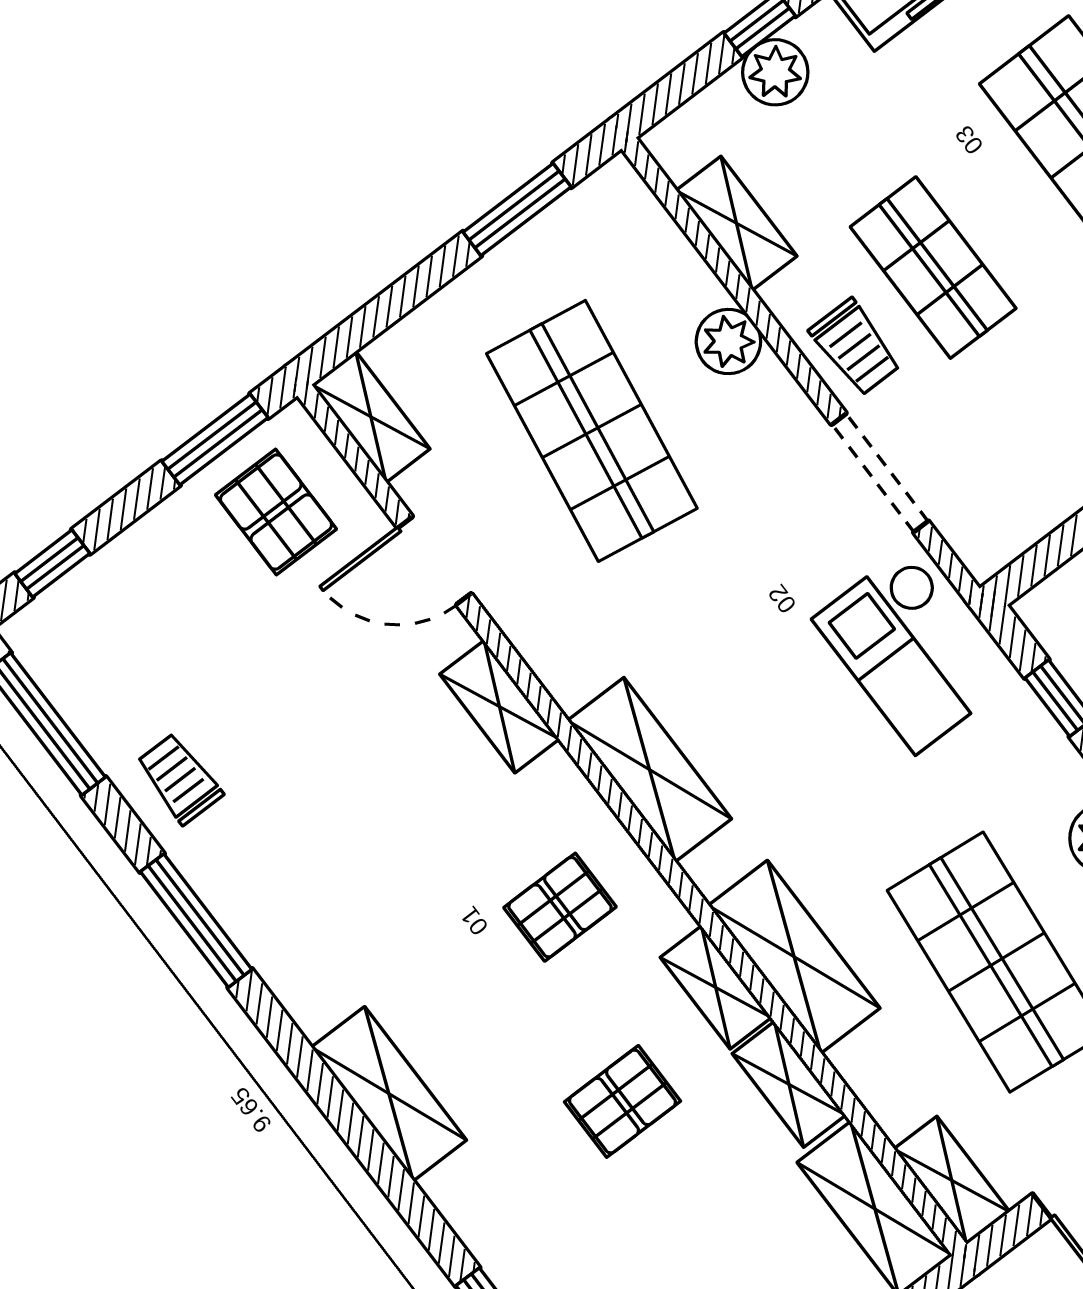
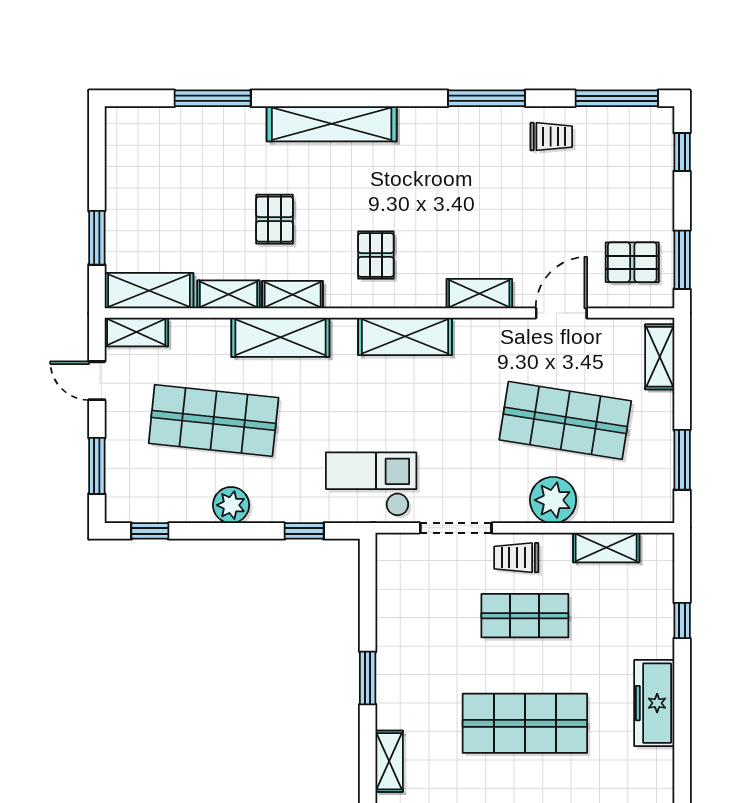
plant: (775, 72) -> (657, 612), removed
plant: (728, 342) -> (553, 500), width x1.36, depth x1.36
shelving: (371, 417) -> (660, 357), moved, turned 90
shelving: (389, 1094) -> (332, 124), width x1.47

